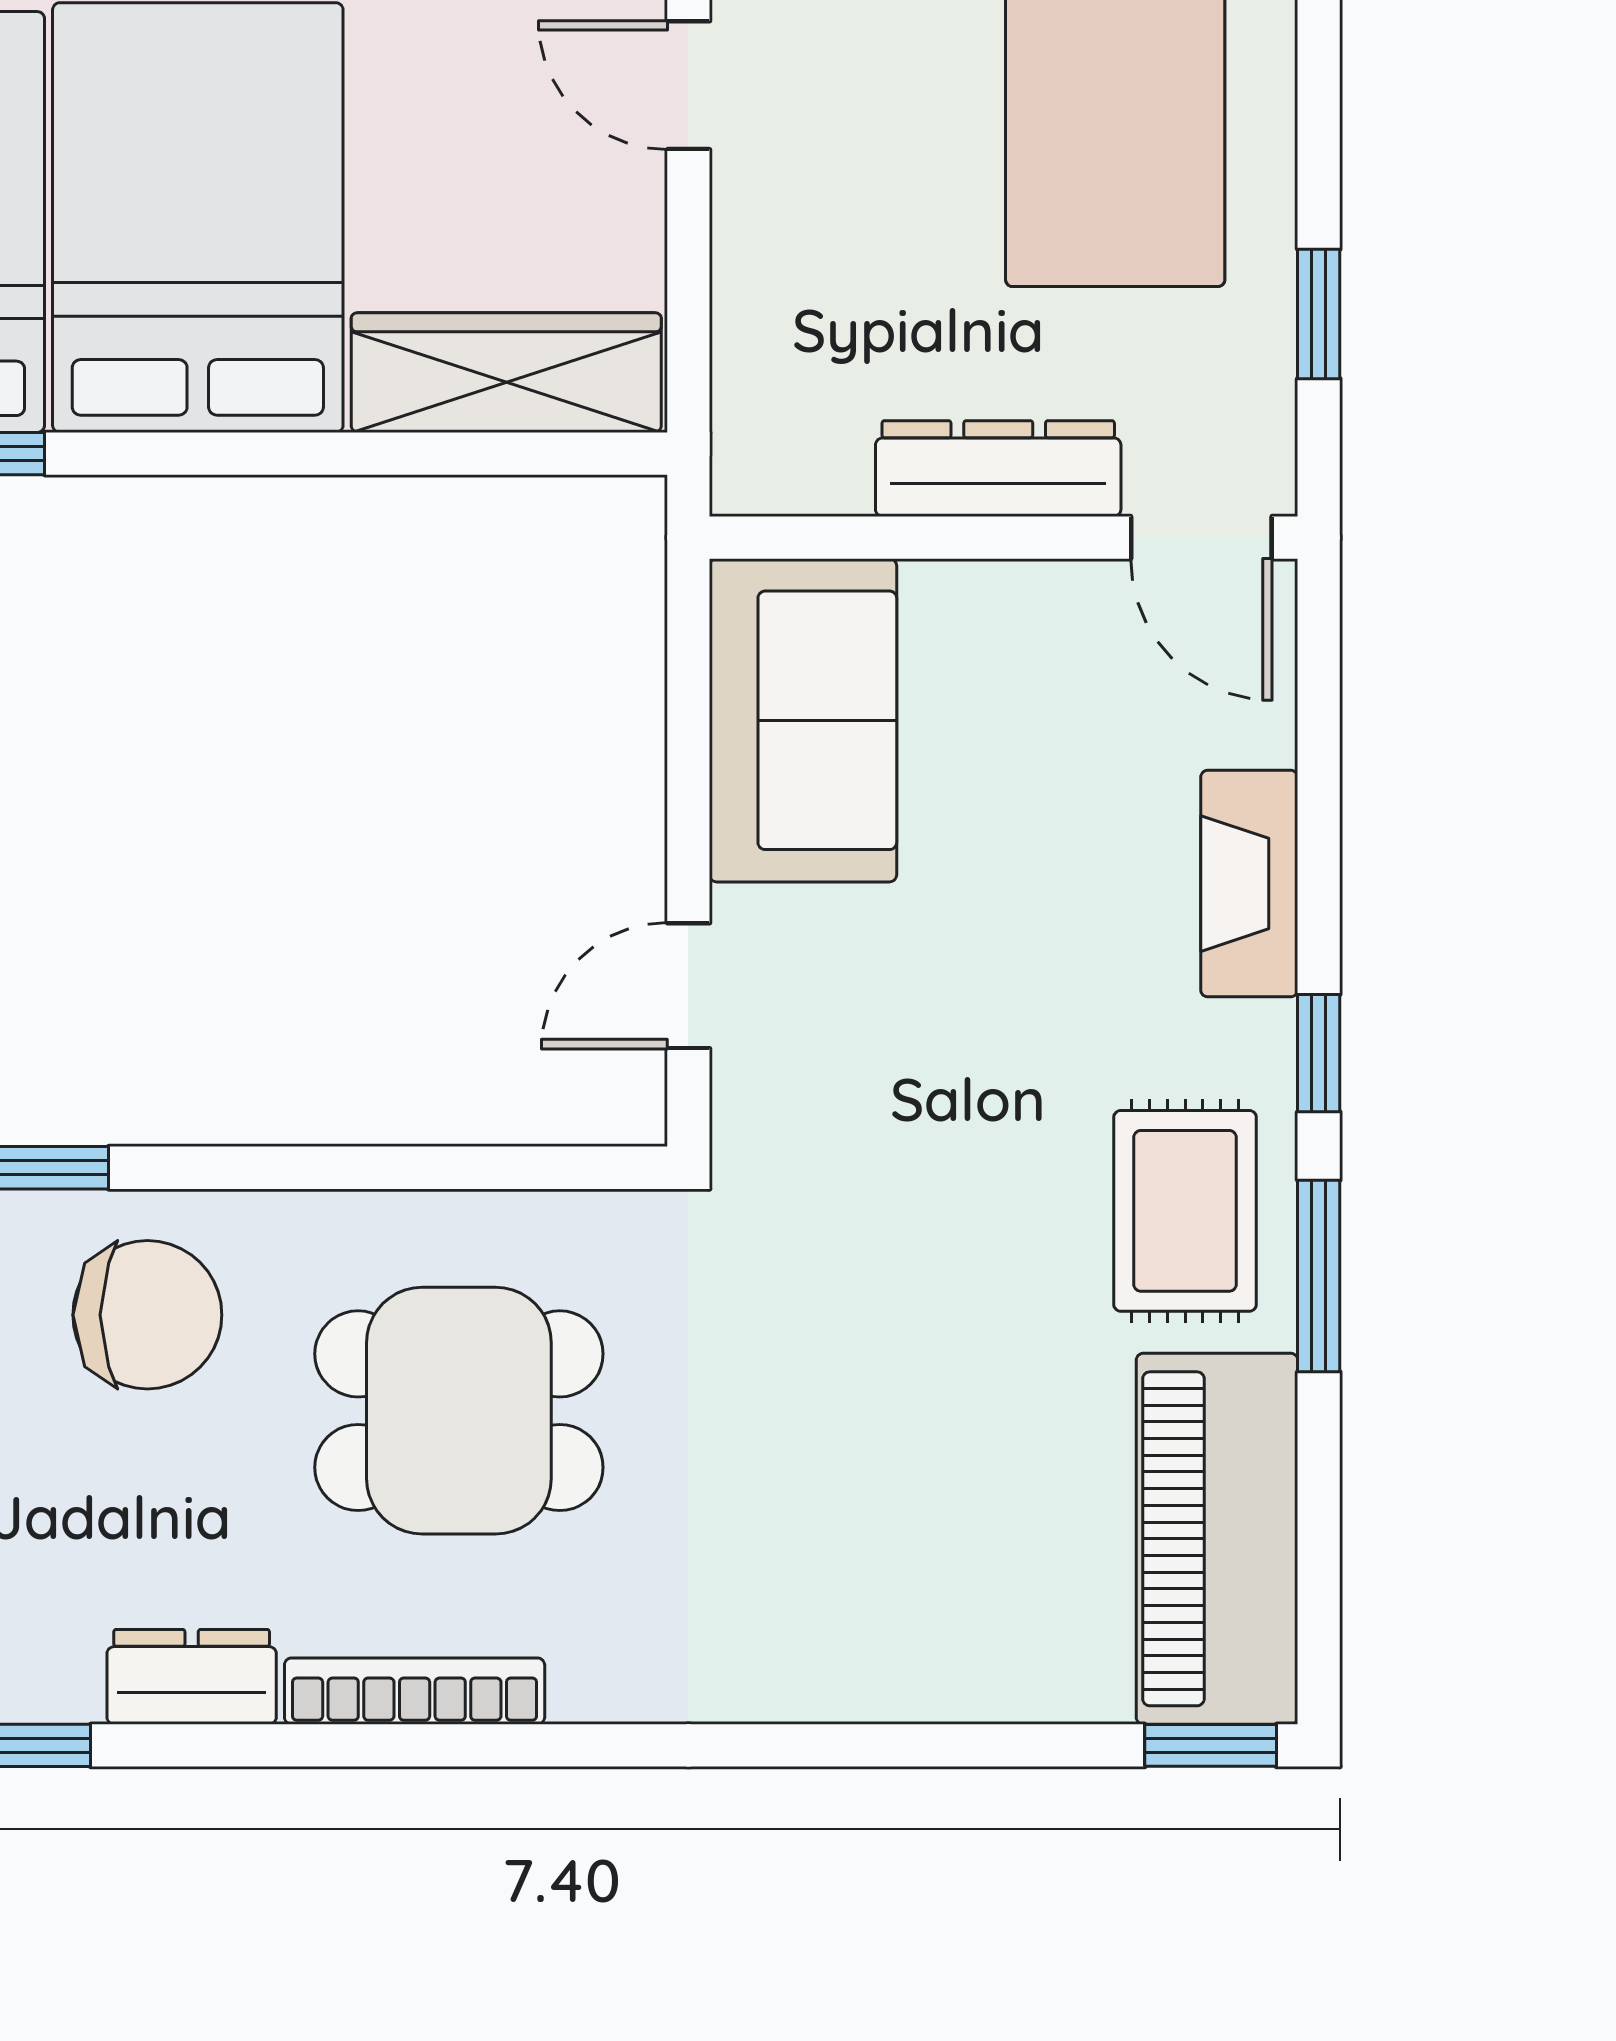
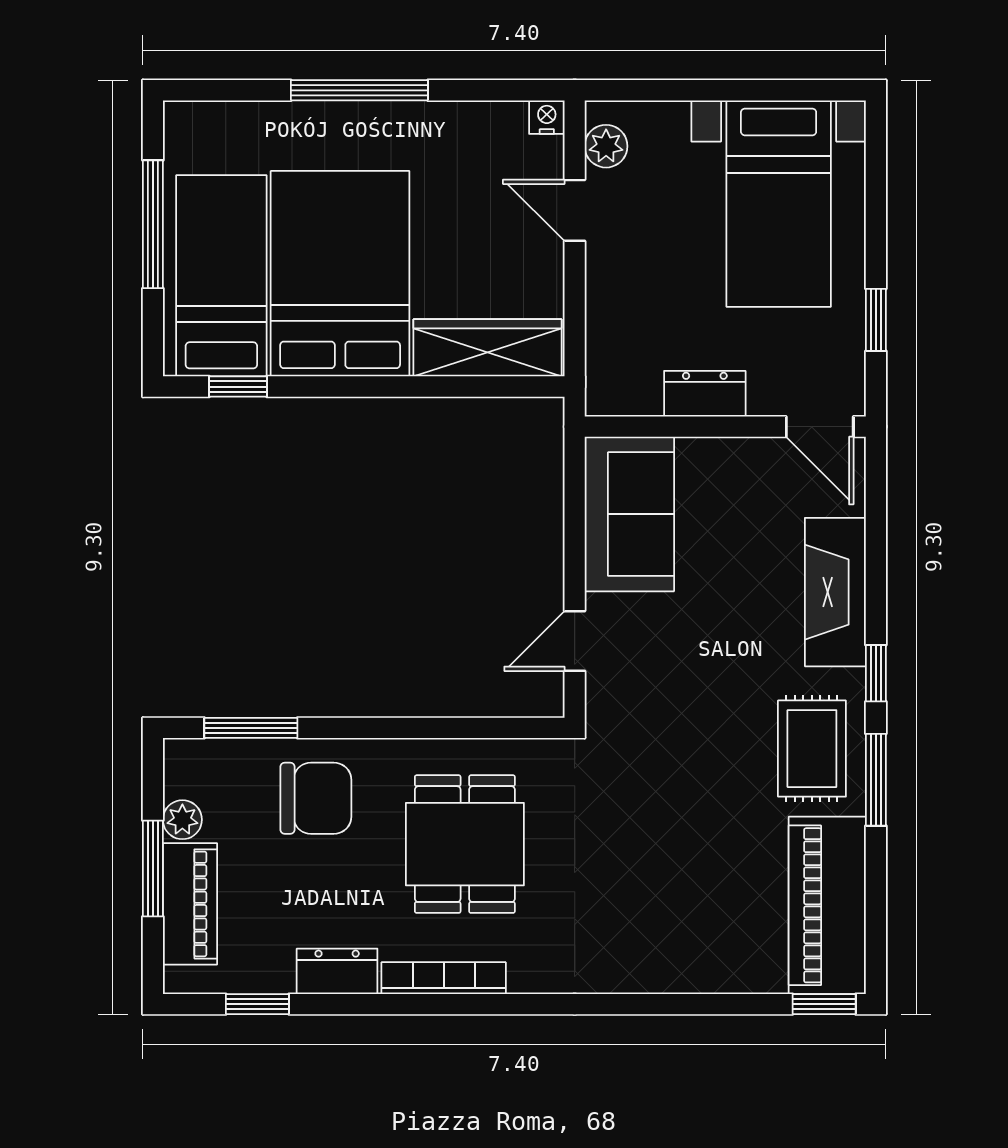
dresser: (998, 469) -> (705, 394), width x0.70
fireplace: (1249, 884) -> (835, 592), width x1.37, depth x1.32
dining table: (459, 1411) -> (465, 844), turned 90

